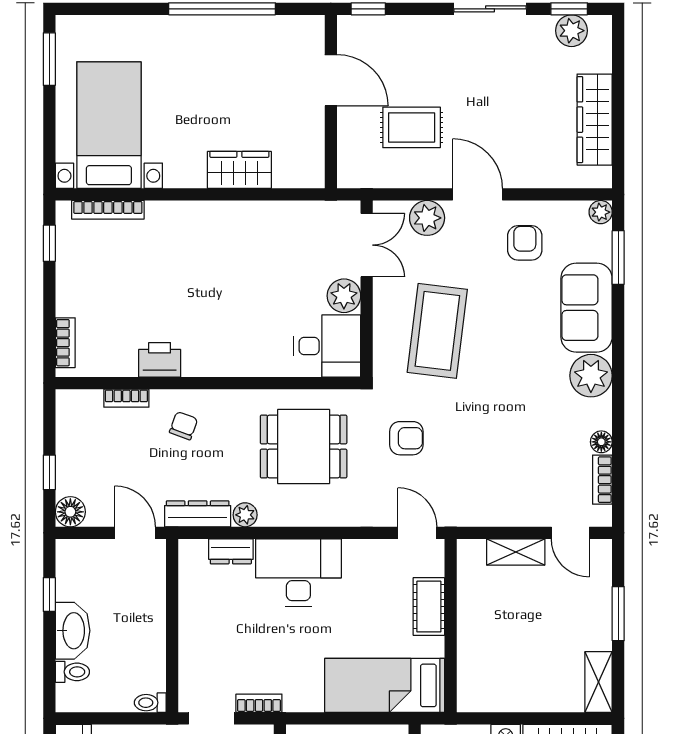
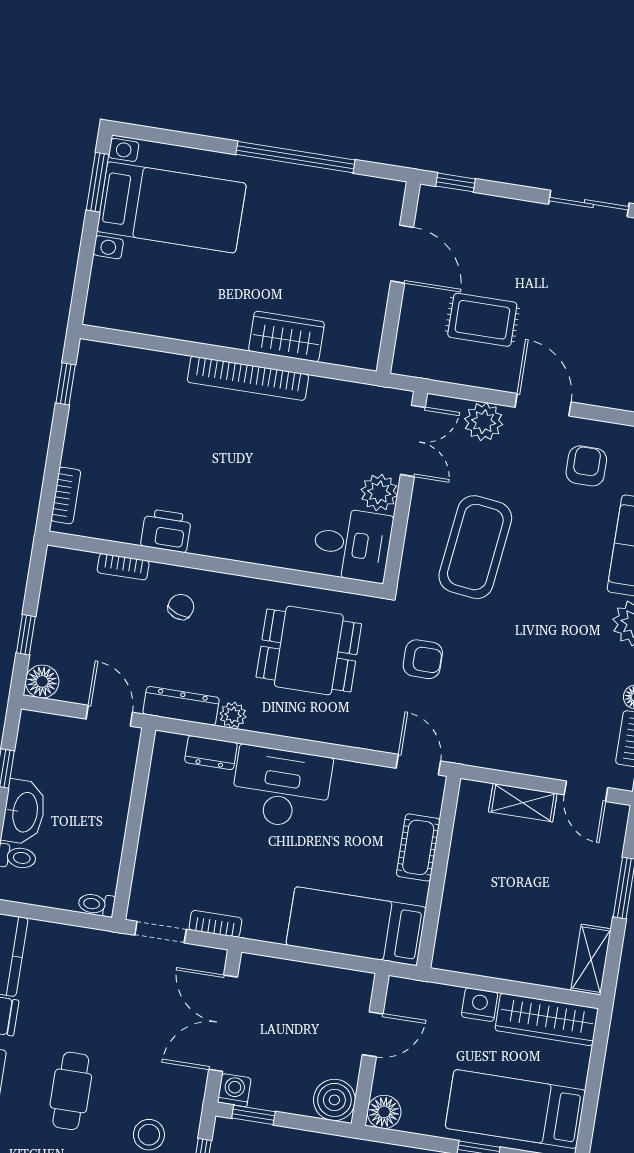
bed with nightstands: (109, 125) -> (171, 207), moved, turned 90
bookcase: (108, 210) -> (248, 378), moved, width x1.48, depth x1.31

